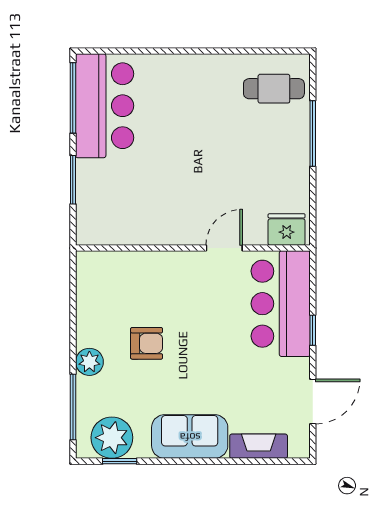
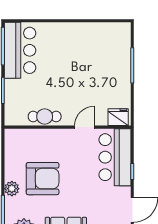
cafe table: (274, 89) -> (45, 116), moved
armchair: (147, 343) -> (43, 179), width x1.88, depth x1.88

